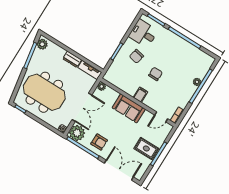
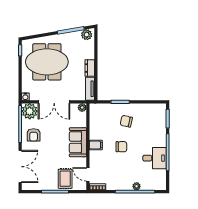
desk: (143, 33) -> (155, 158), moved, turned 90
meeting table: (44, 92) -> (47, 62), turned 90
rug: (146, 148) -> (65, 179), moved

